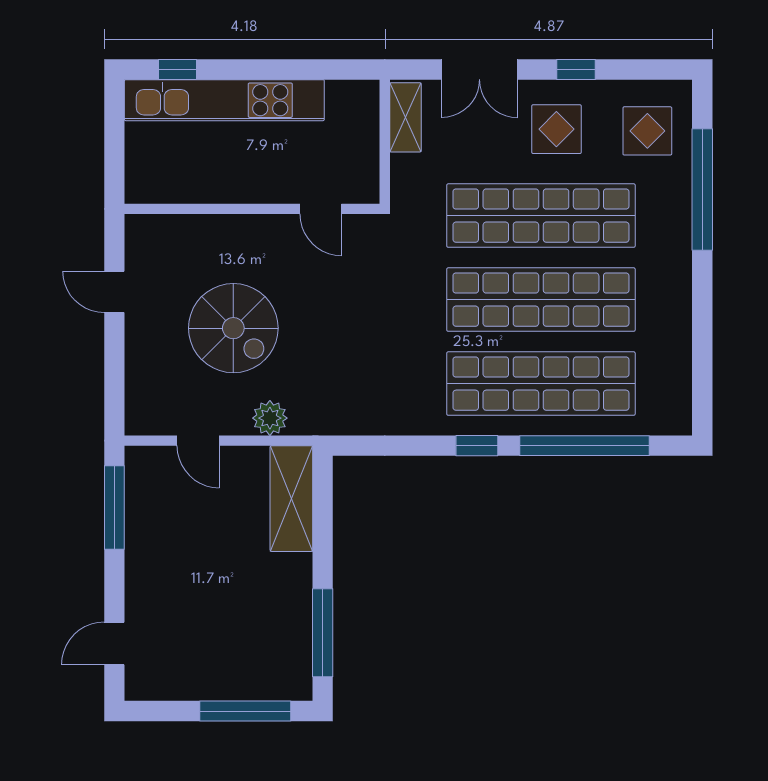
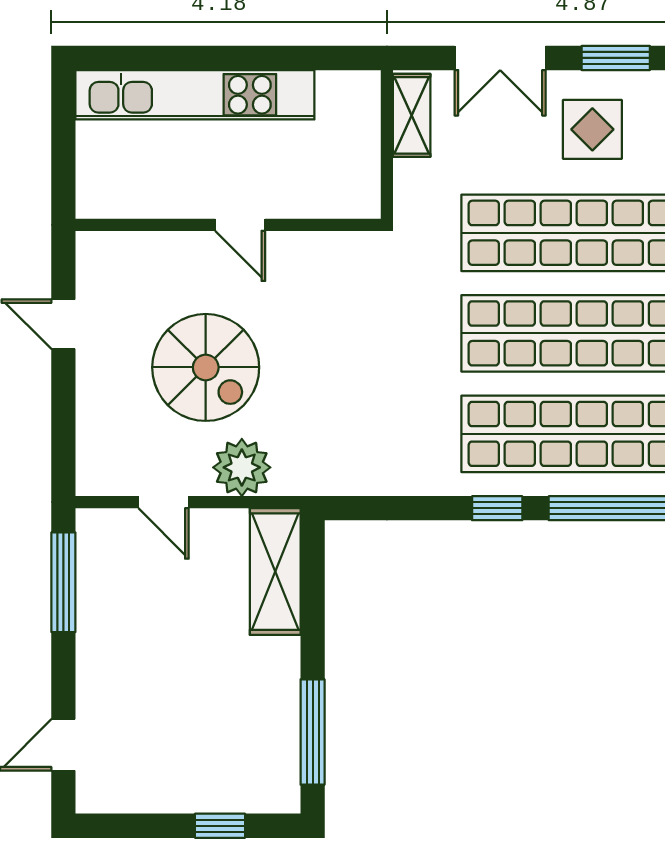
window: (178, 69) -> (139, 58), removed
window: (576, 69) -> (616, 58), width x1.50
door: (321, 209) -> (240, 225), moved
plant: (270, 418) -> (242, 467), width x1.36, depth x1.36
window: (245, 711) -> (220, 826), width x0.46

